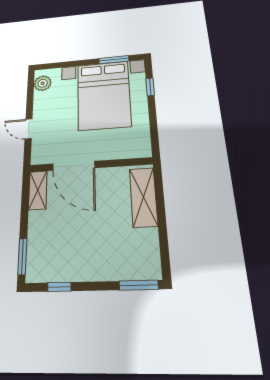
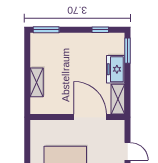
shelving: (143, 197) -> (37, 82), width x0.67, depth x0.75
freezer: (39, 230) -> (116, 69), added

